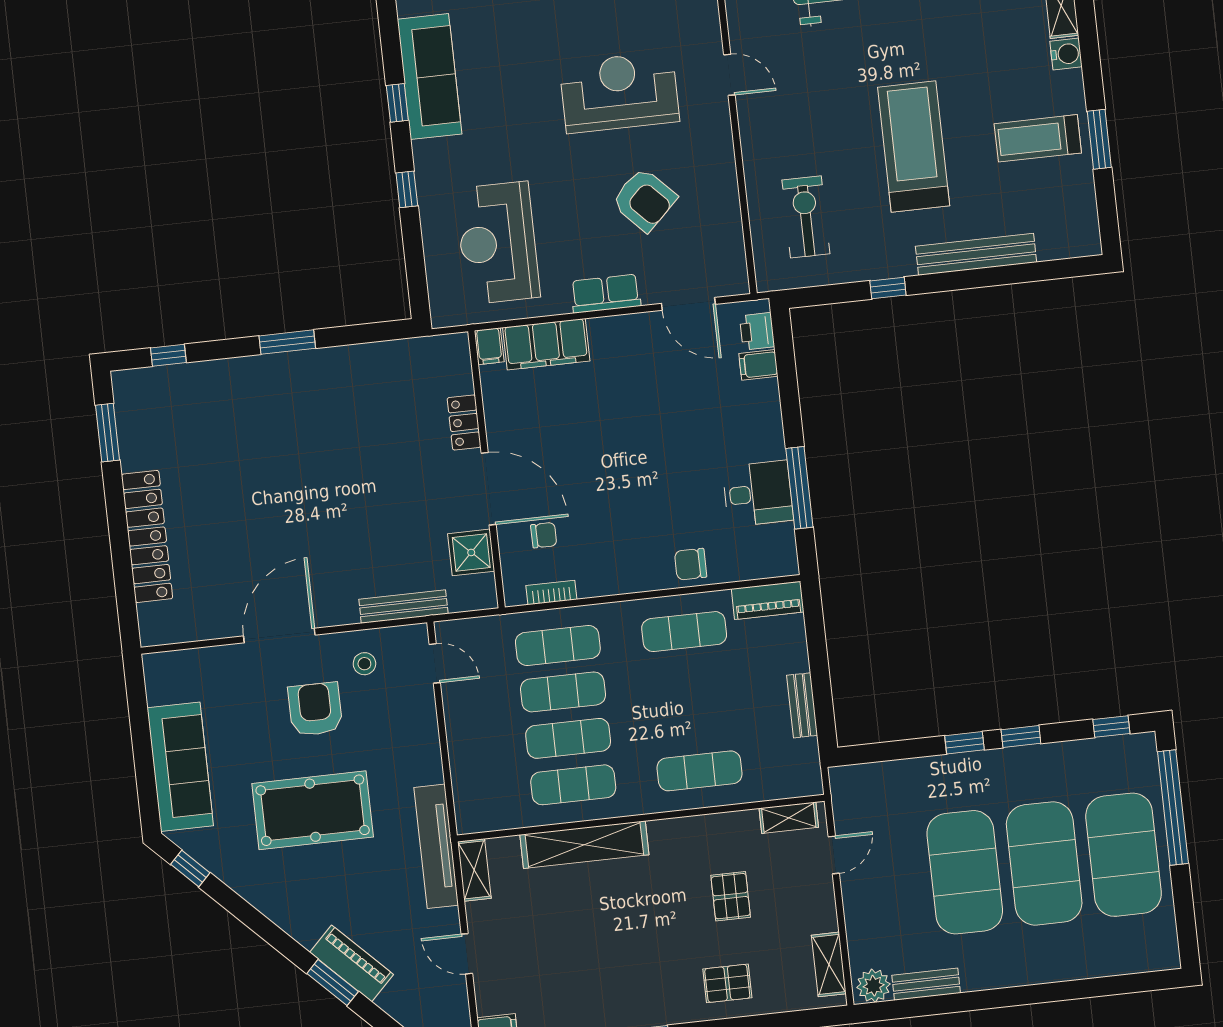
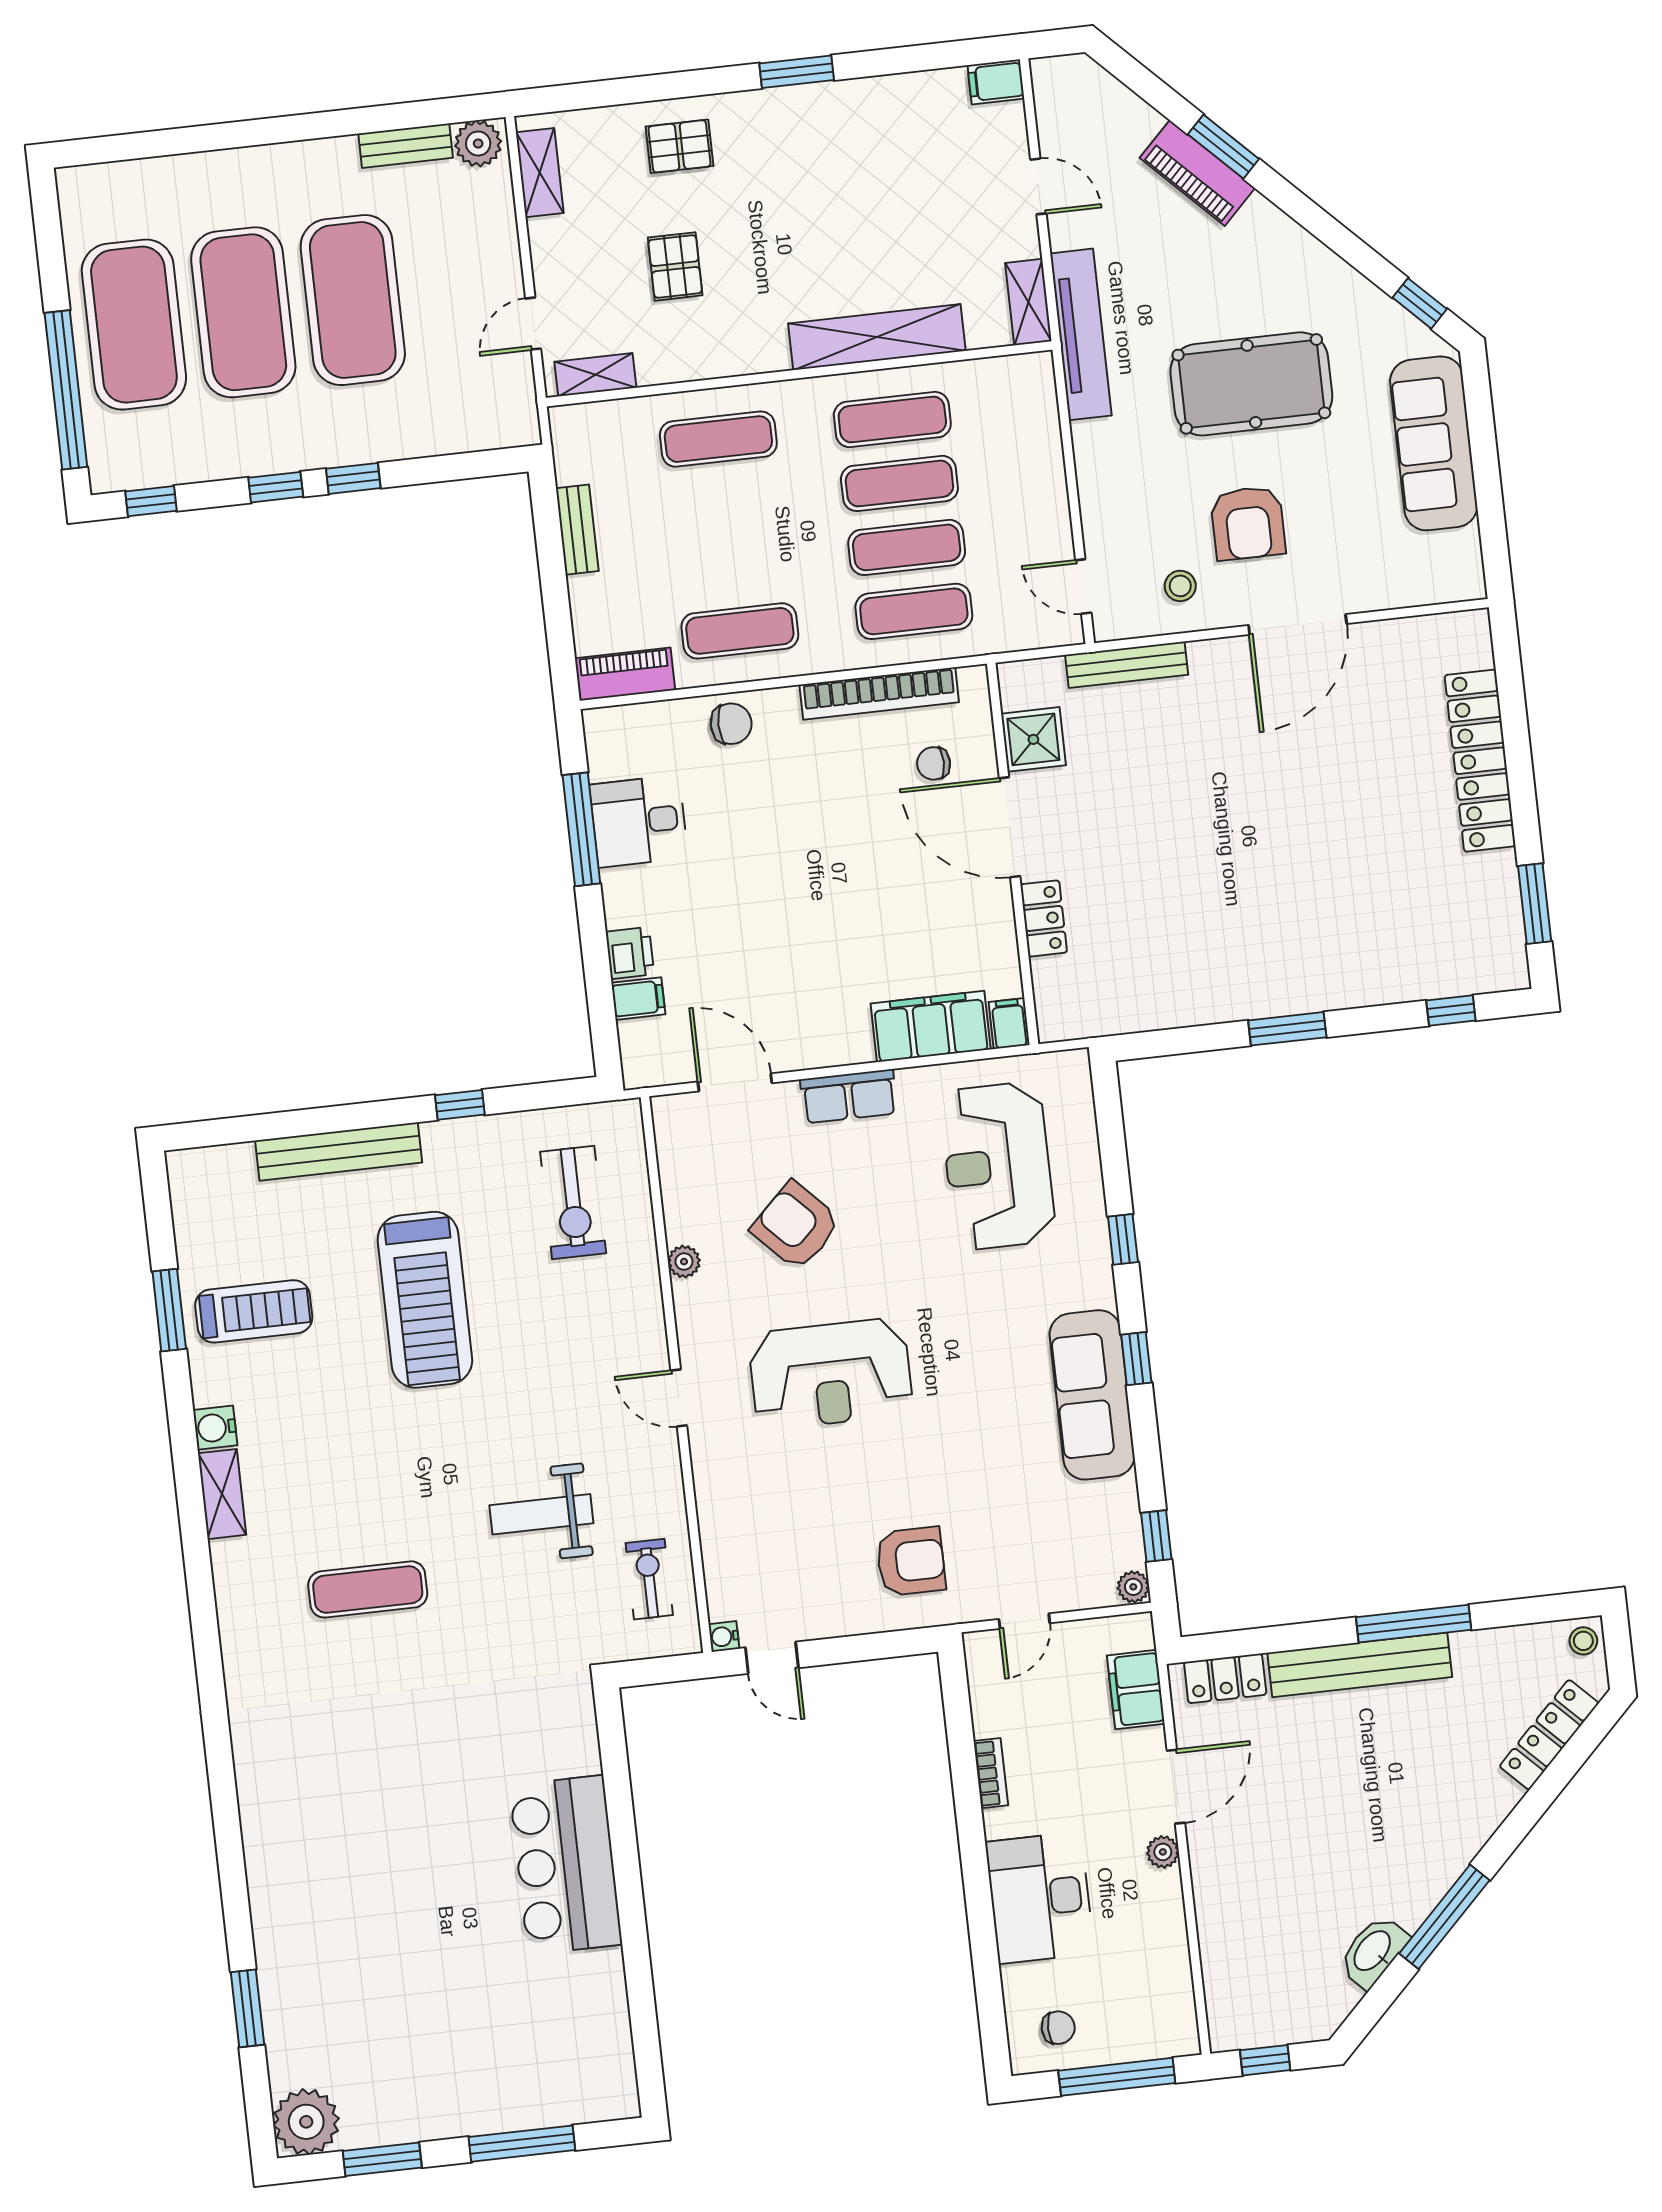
plant: (725, 174) -> (684, 1262), added
reception desk: (498, 243) -> (998, 1166), turned 180
printer: (757, 331) -> (630, 953), moved
bookcase: (551, 593) -> (879, 694), width x2.31, depth x1.31

